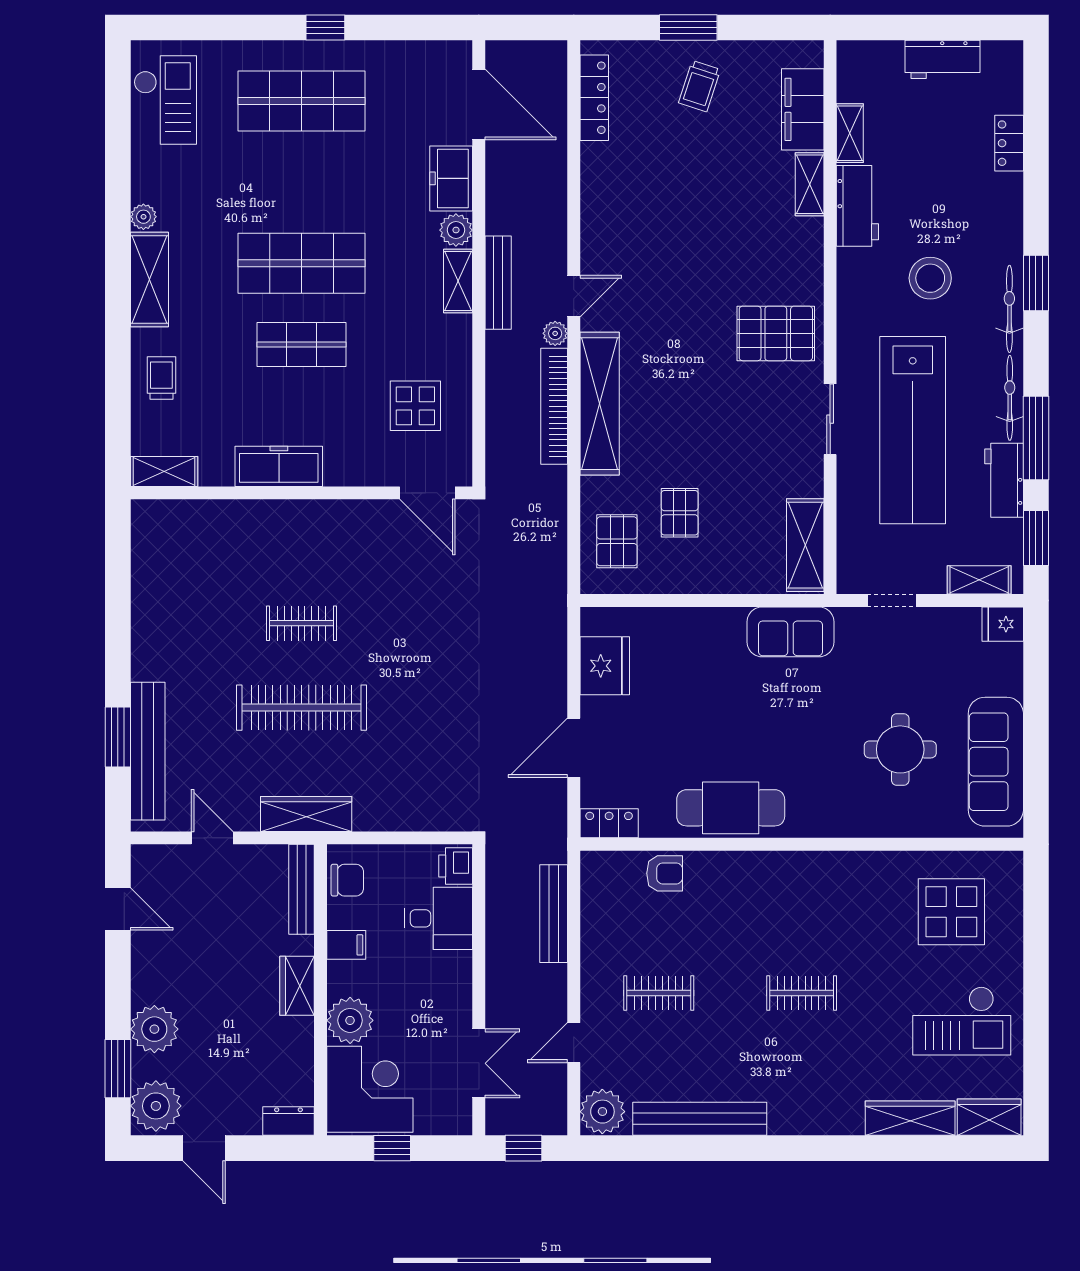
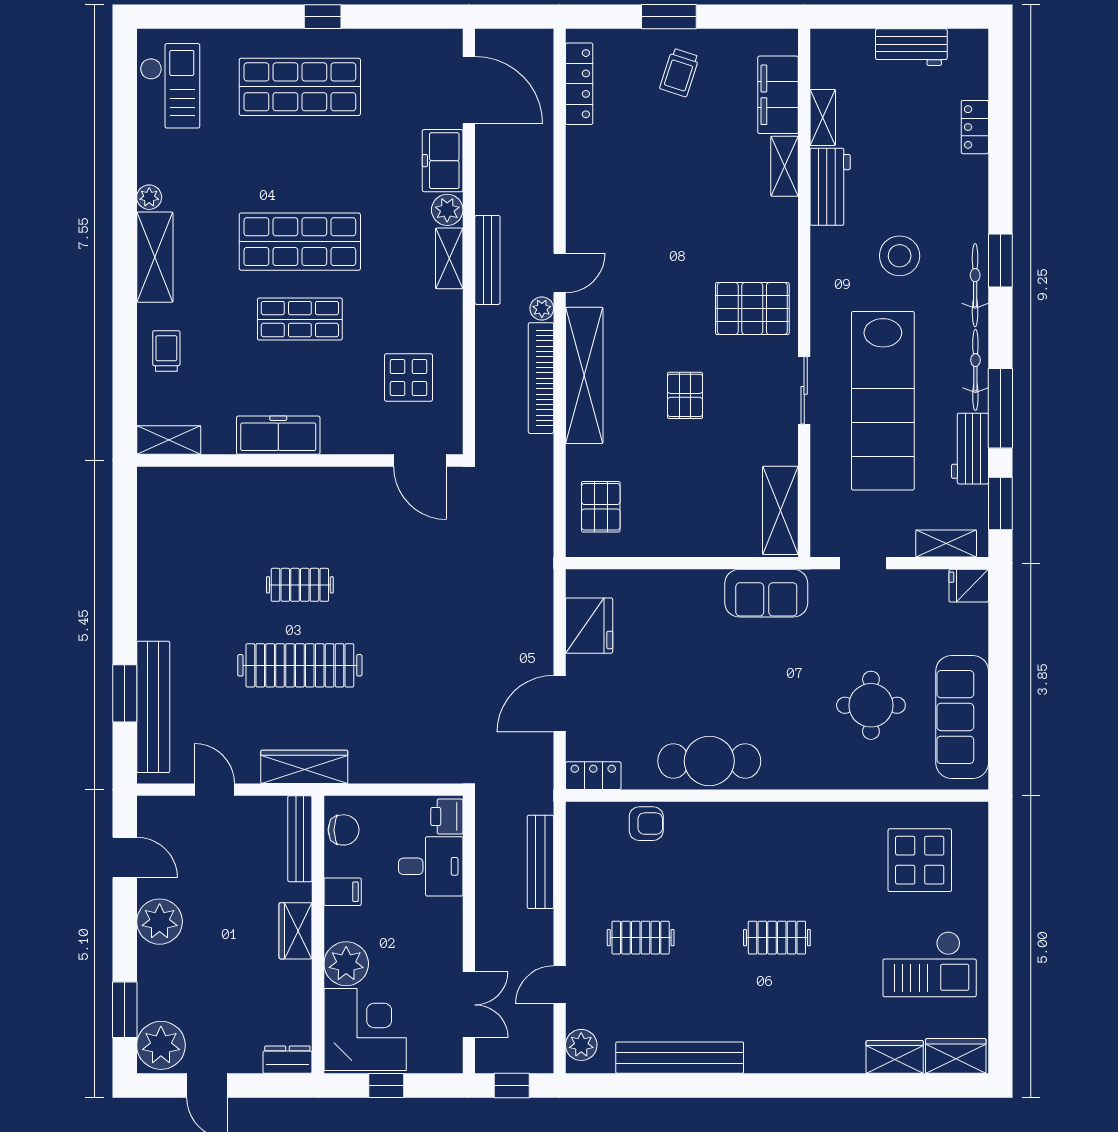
pallet: (680, 513) -> (685, 395), moved
plant: (154, 1029) -> (160, 922), moved
plant: (602, 1112) -> (581, 1045), width x0.73, depth x0.73
wardrobe: (910, 1118) -> (895, 1057), width x0.67

